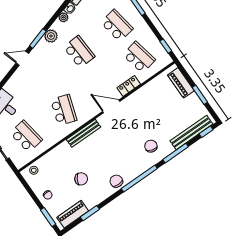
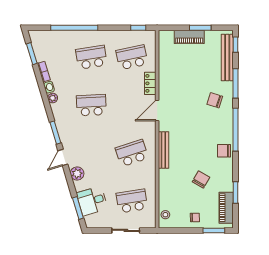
plant: (51, 36) -> (77, 173), moved
piano: (181, 83) -> (189, 37), moved
school desk: (64, 110) -> (132, 153), turned -36

